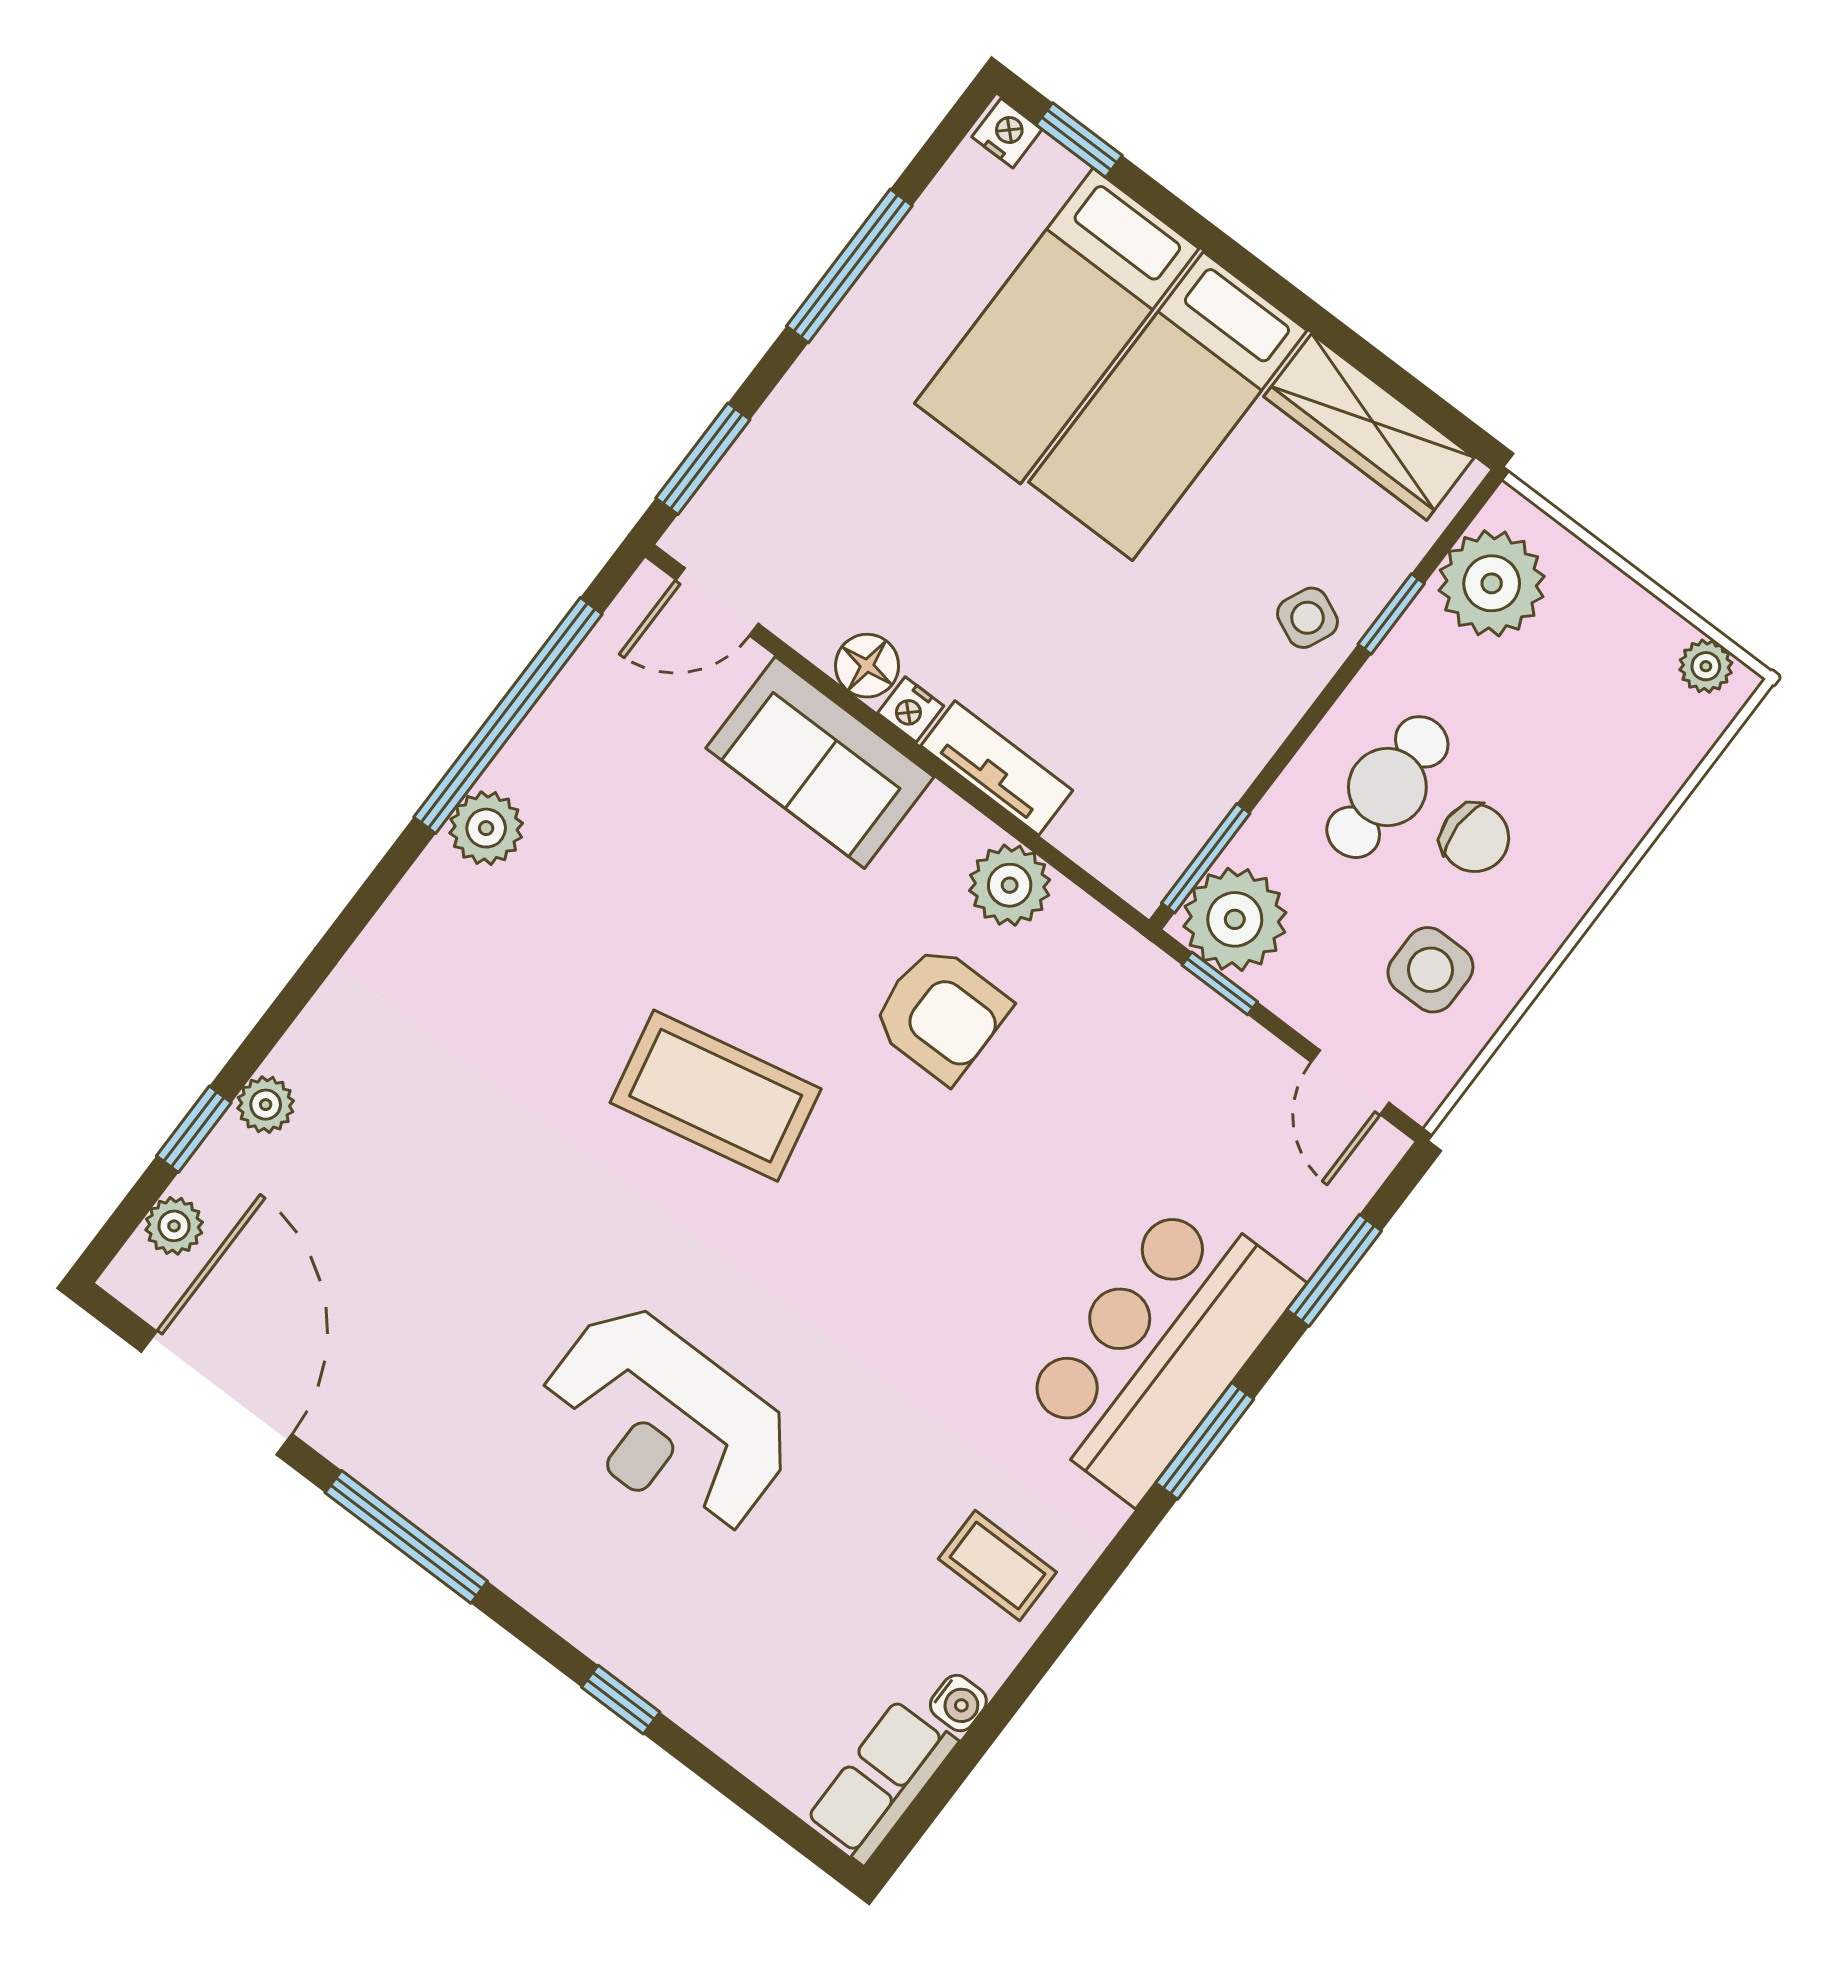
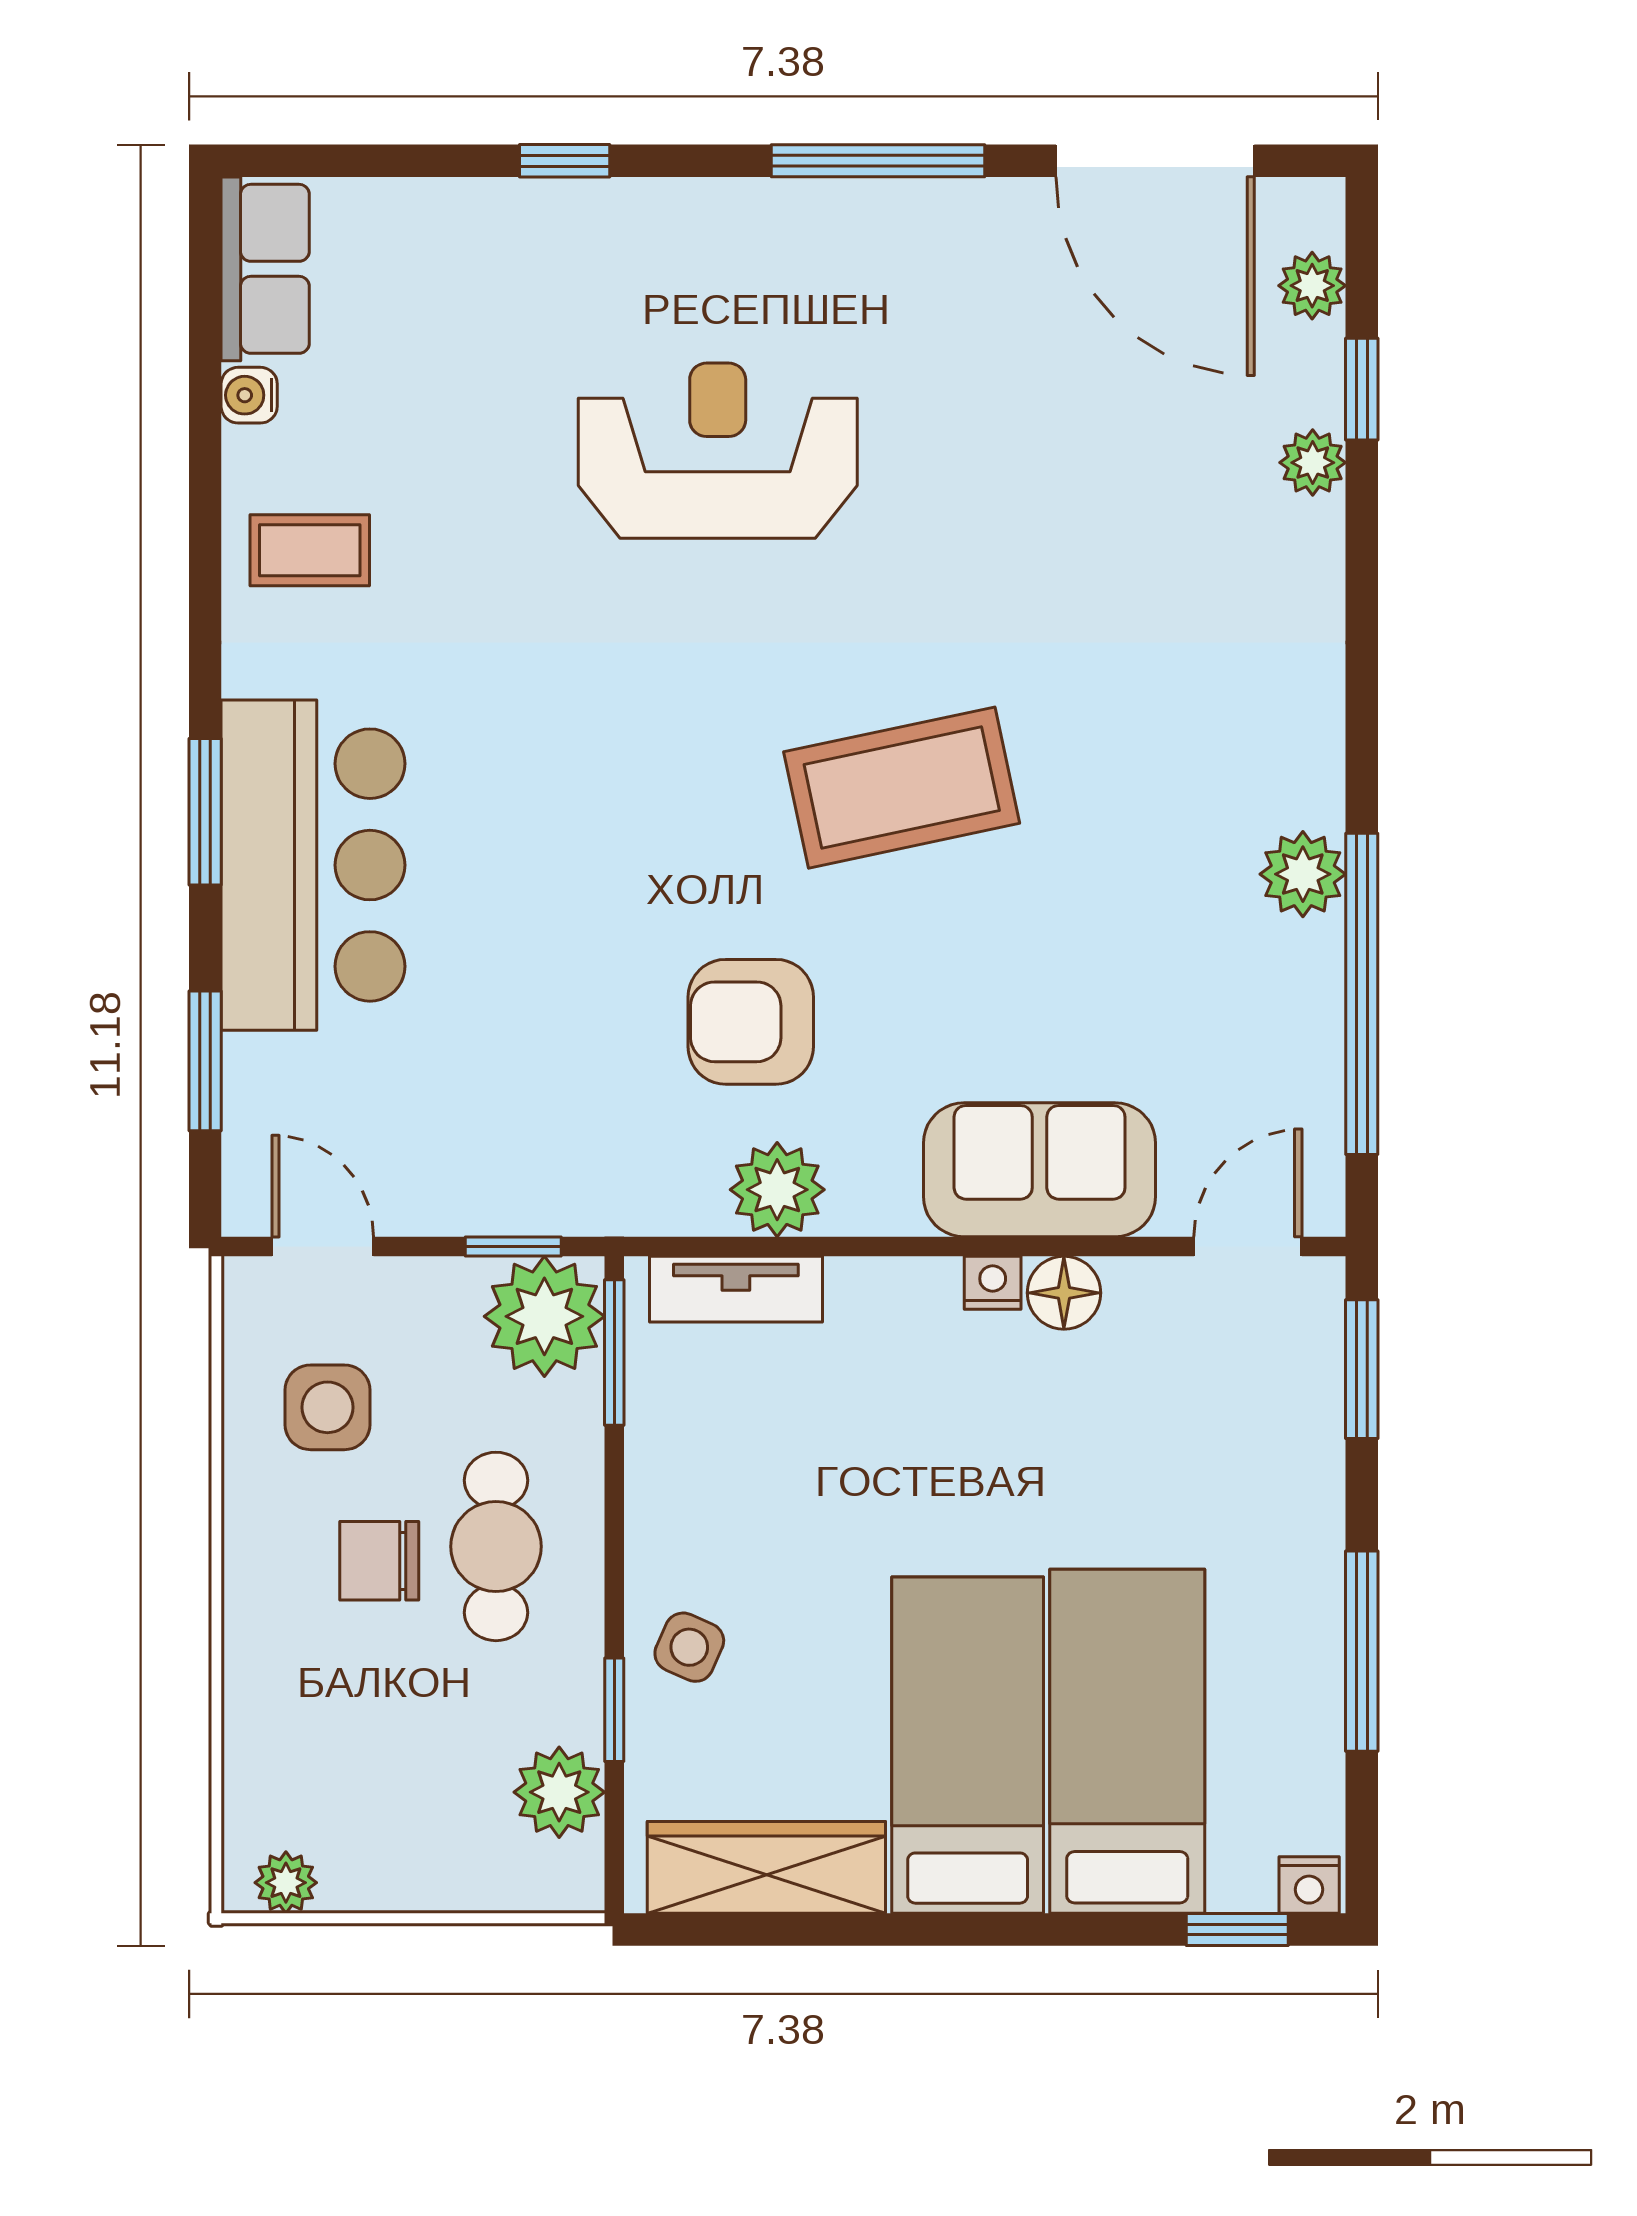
plant: (1492, 583) -> (559, 1792), width x0.73, depth x0.73
tv unit: (997, 768) -> (736, 1289), moved

